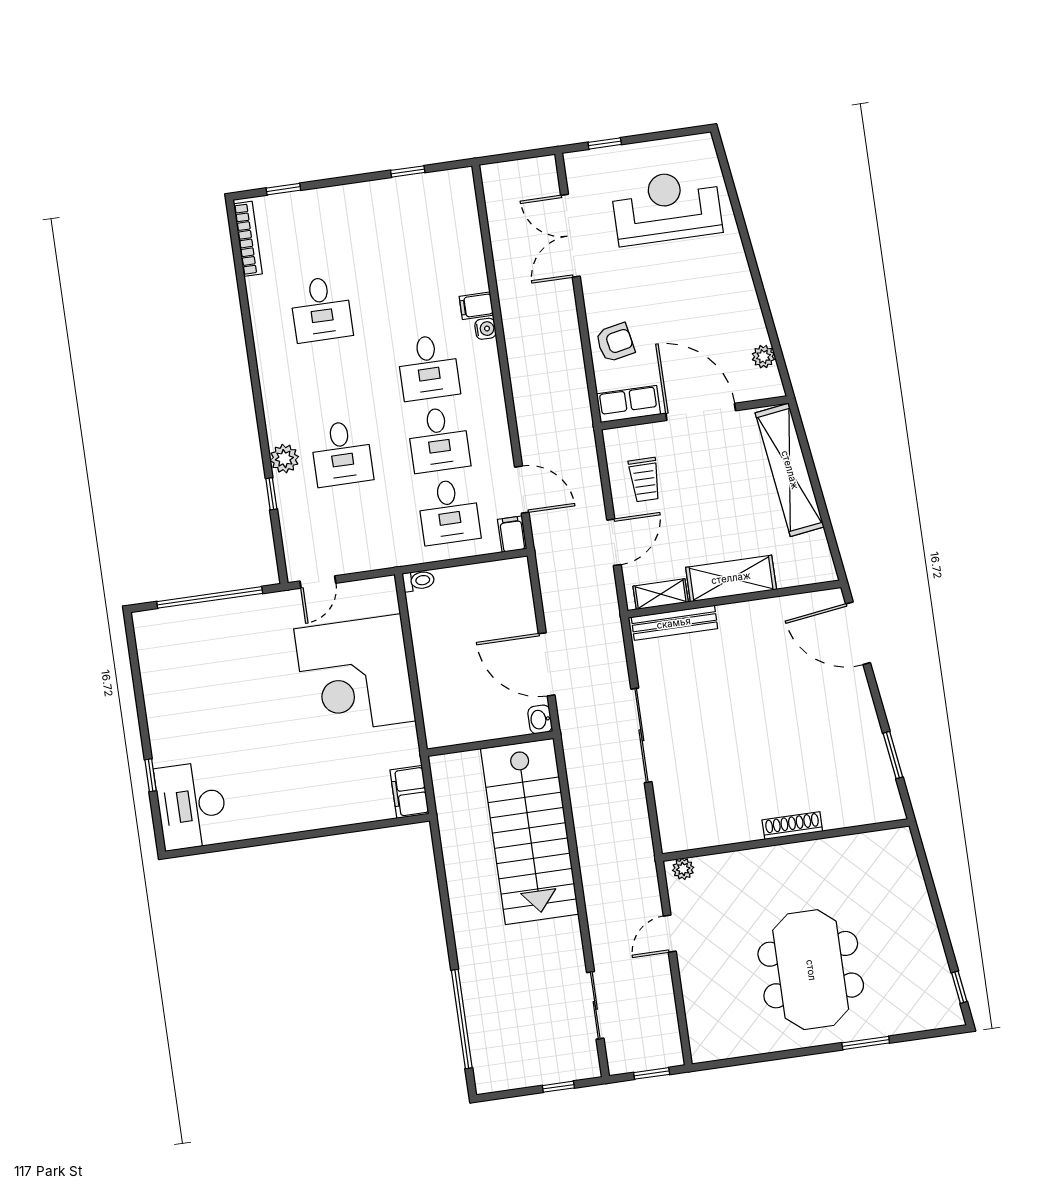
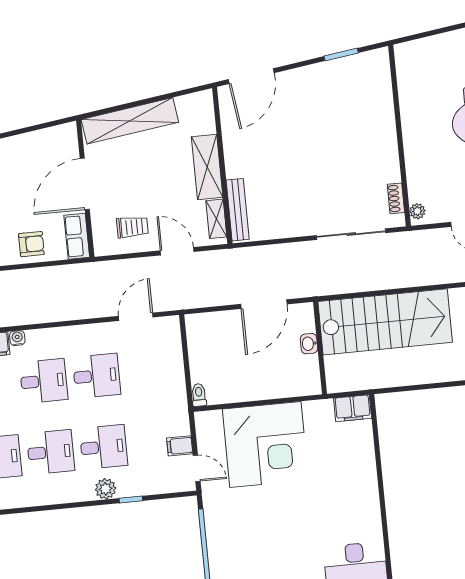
armchair: (615, 342) -> (31, 244), turned 101
plant: (763, 357) -> (46, 136), removed
desk: (449, 512) -> (51, 452), moved
filing cabinet: (512, 534) -> (180, 446), moved
washbasin: (540, 719) -> (309, 344), moved, turned 90
sliding door: (641, 735) -> (351, 234), moved
shoe rack: (792, 826) -> (396, 198), moved, width x0.70

